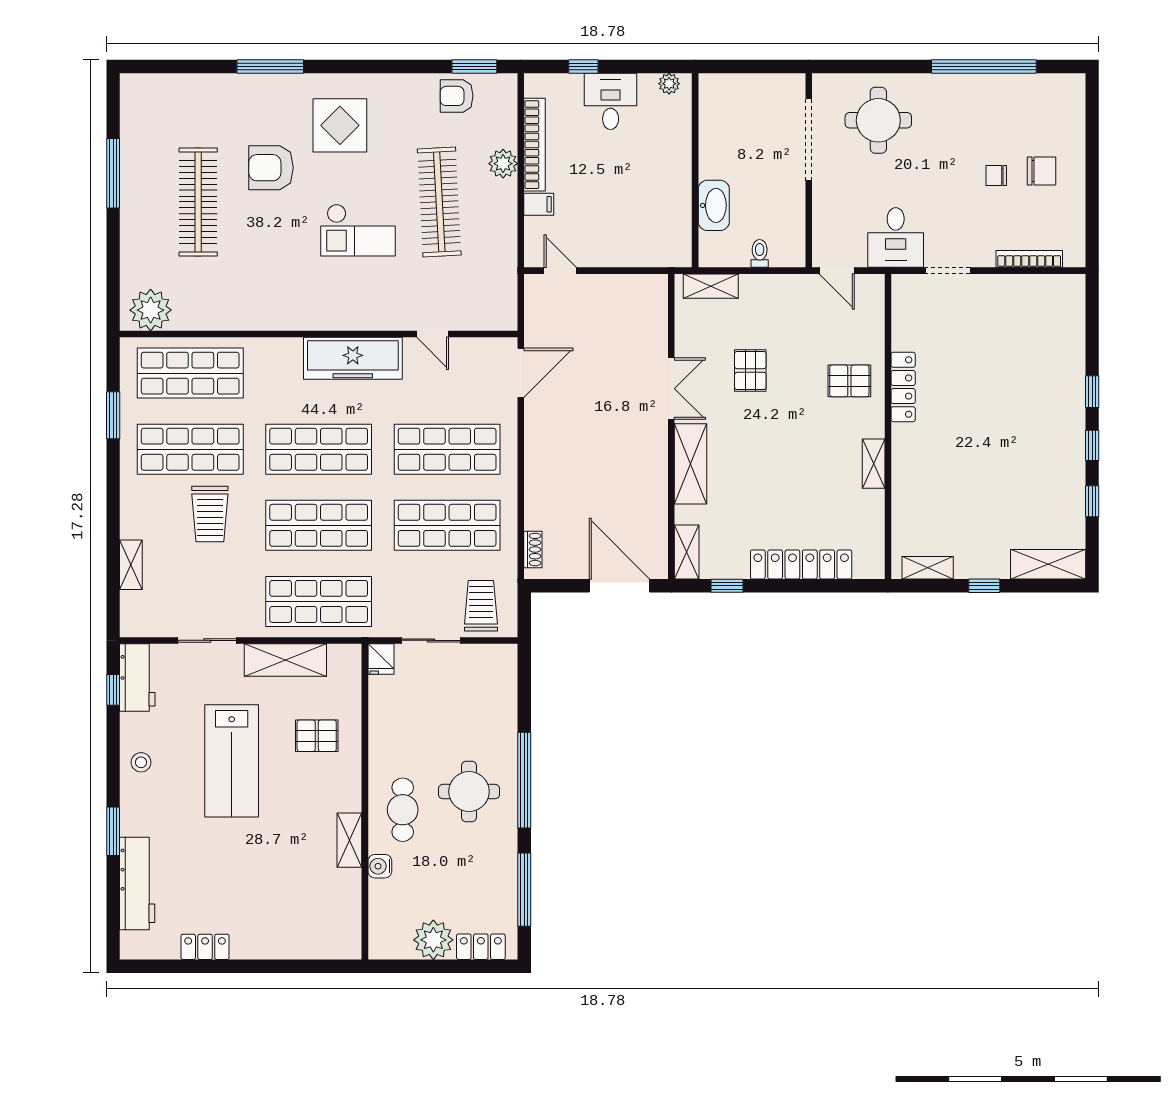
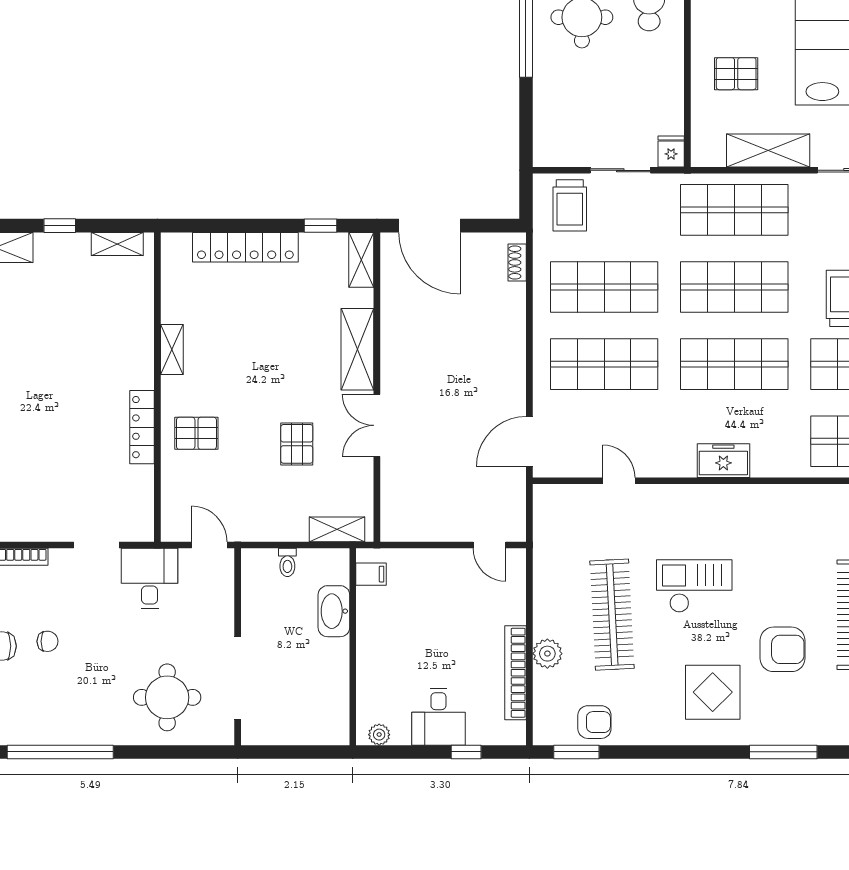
filing cabinet: (539, 204) -> (371, 574), moved, turned 180
freezer: (353, 358) -> (723, 461), width x0.52, depth x0.79

